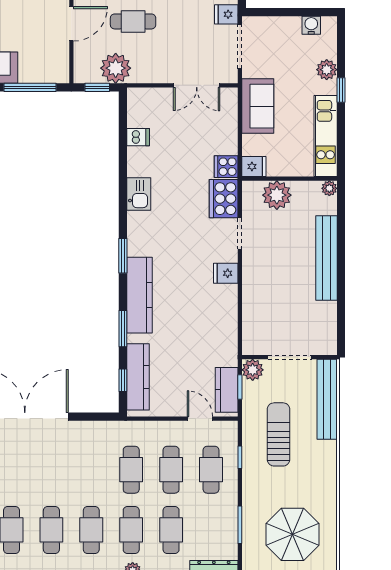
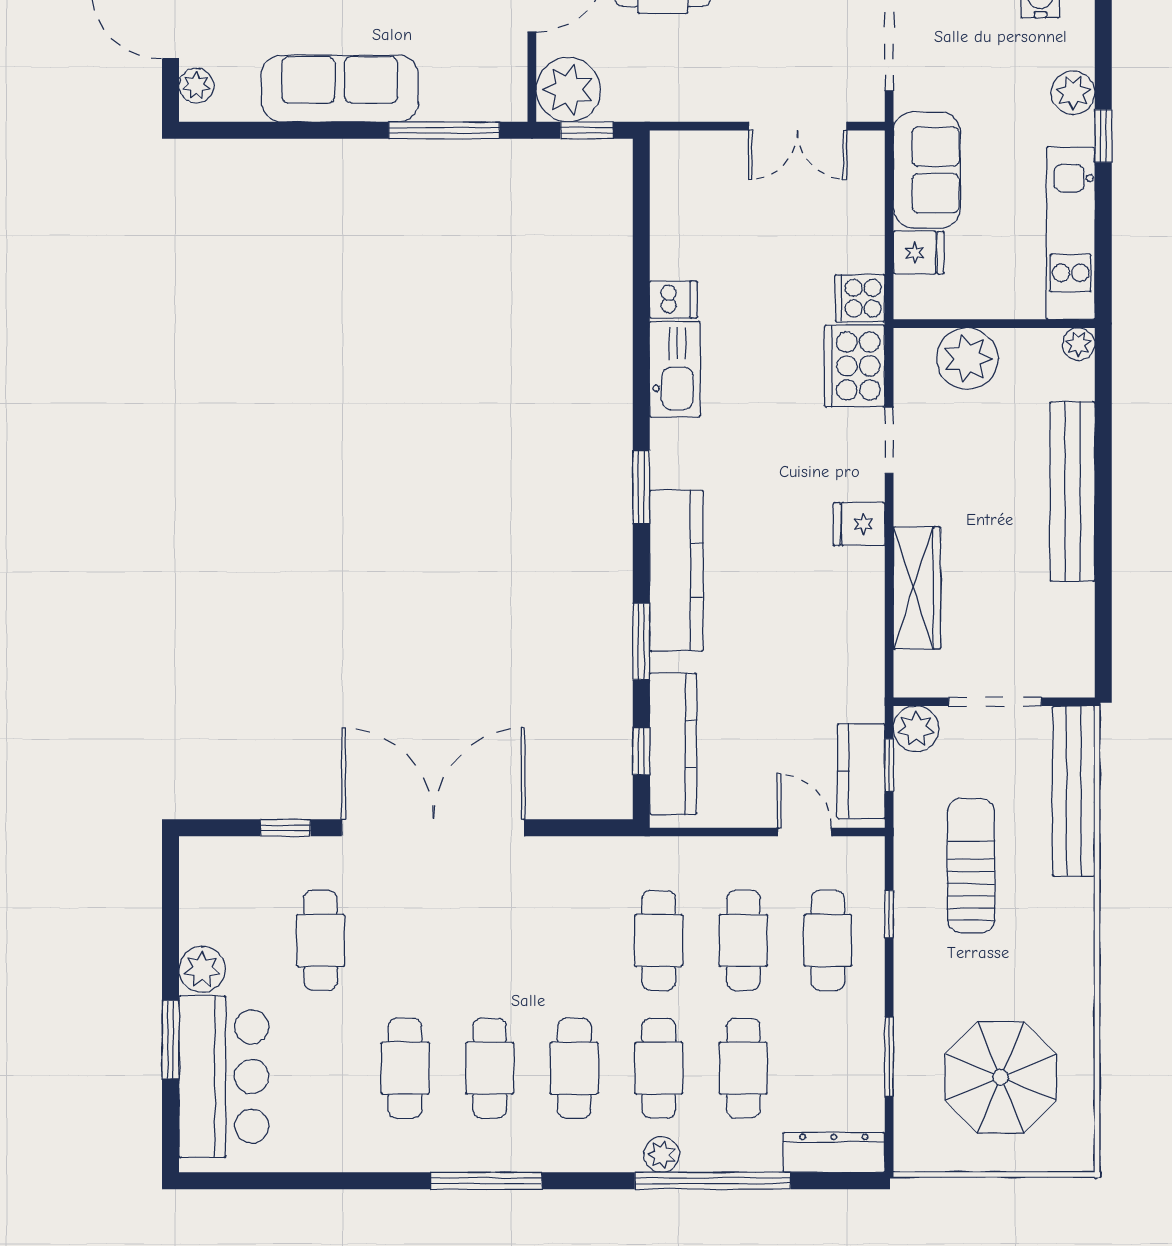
plant: (116, 68) -> (568, 90), moved
dishwasher: (138, 137) -> (673, 299), moved
fridge: (254, 167) -> (919, 253), moved
kitchen sink: (139, 194) -> (675, 369), width x1.38
wardrobe: (253, 303) -> (917, 588), added

